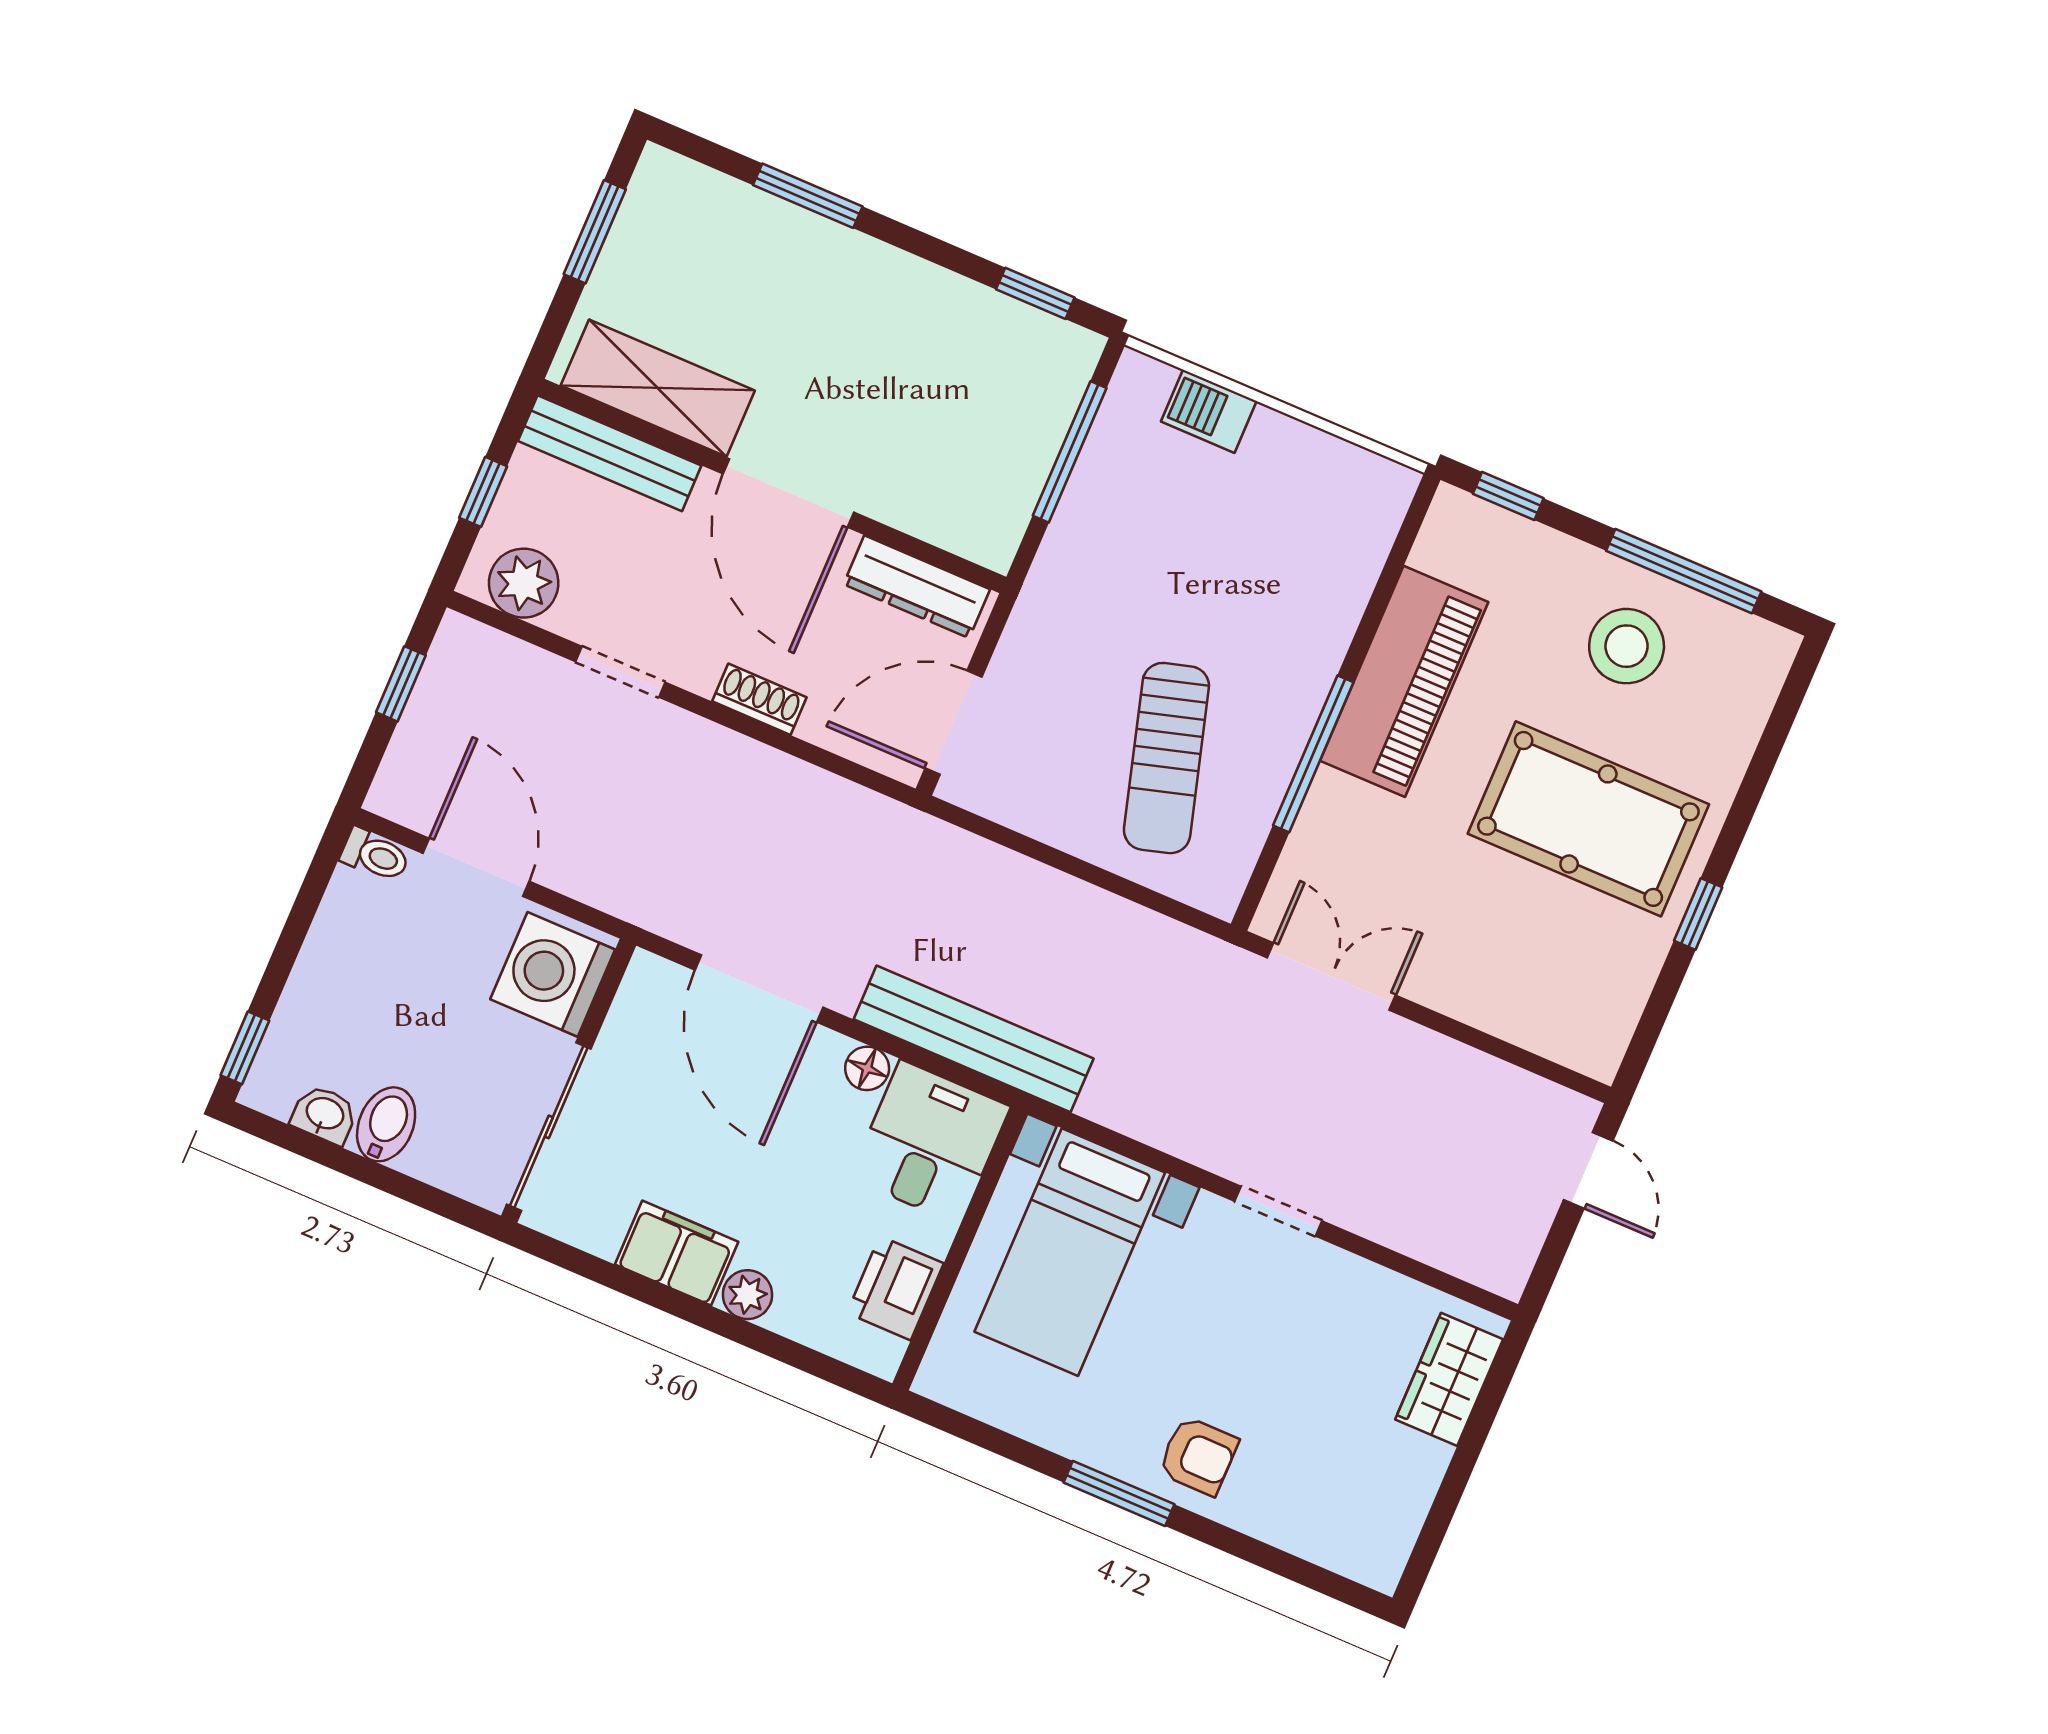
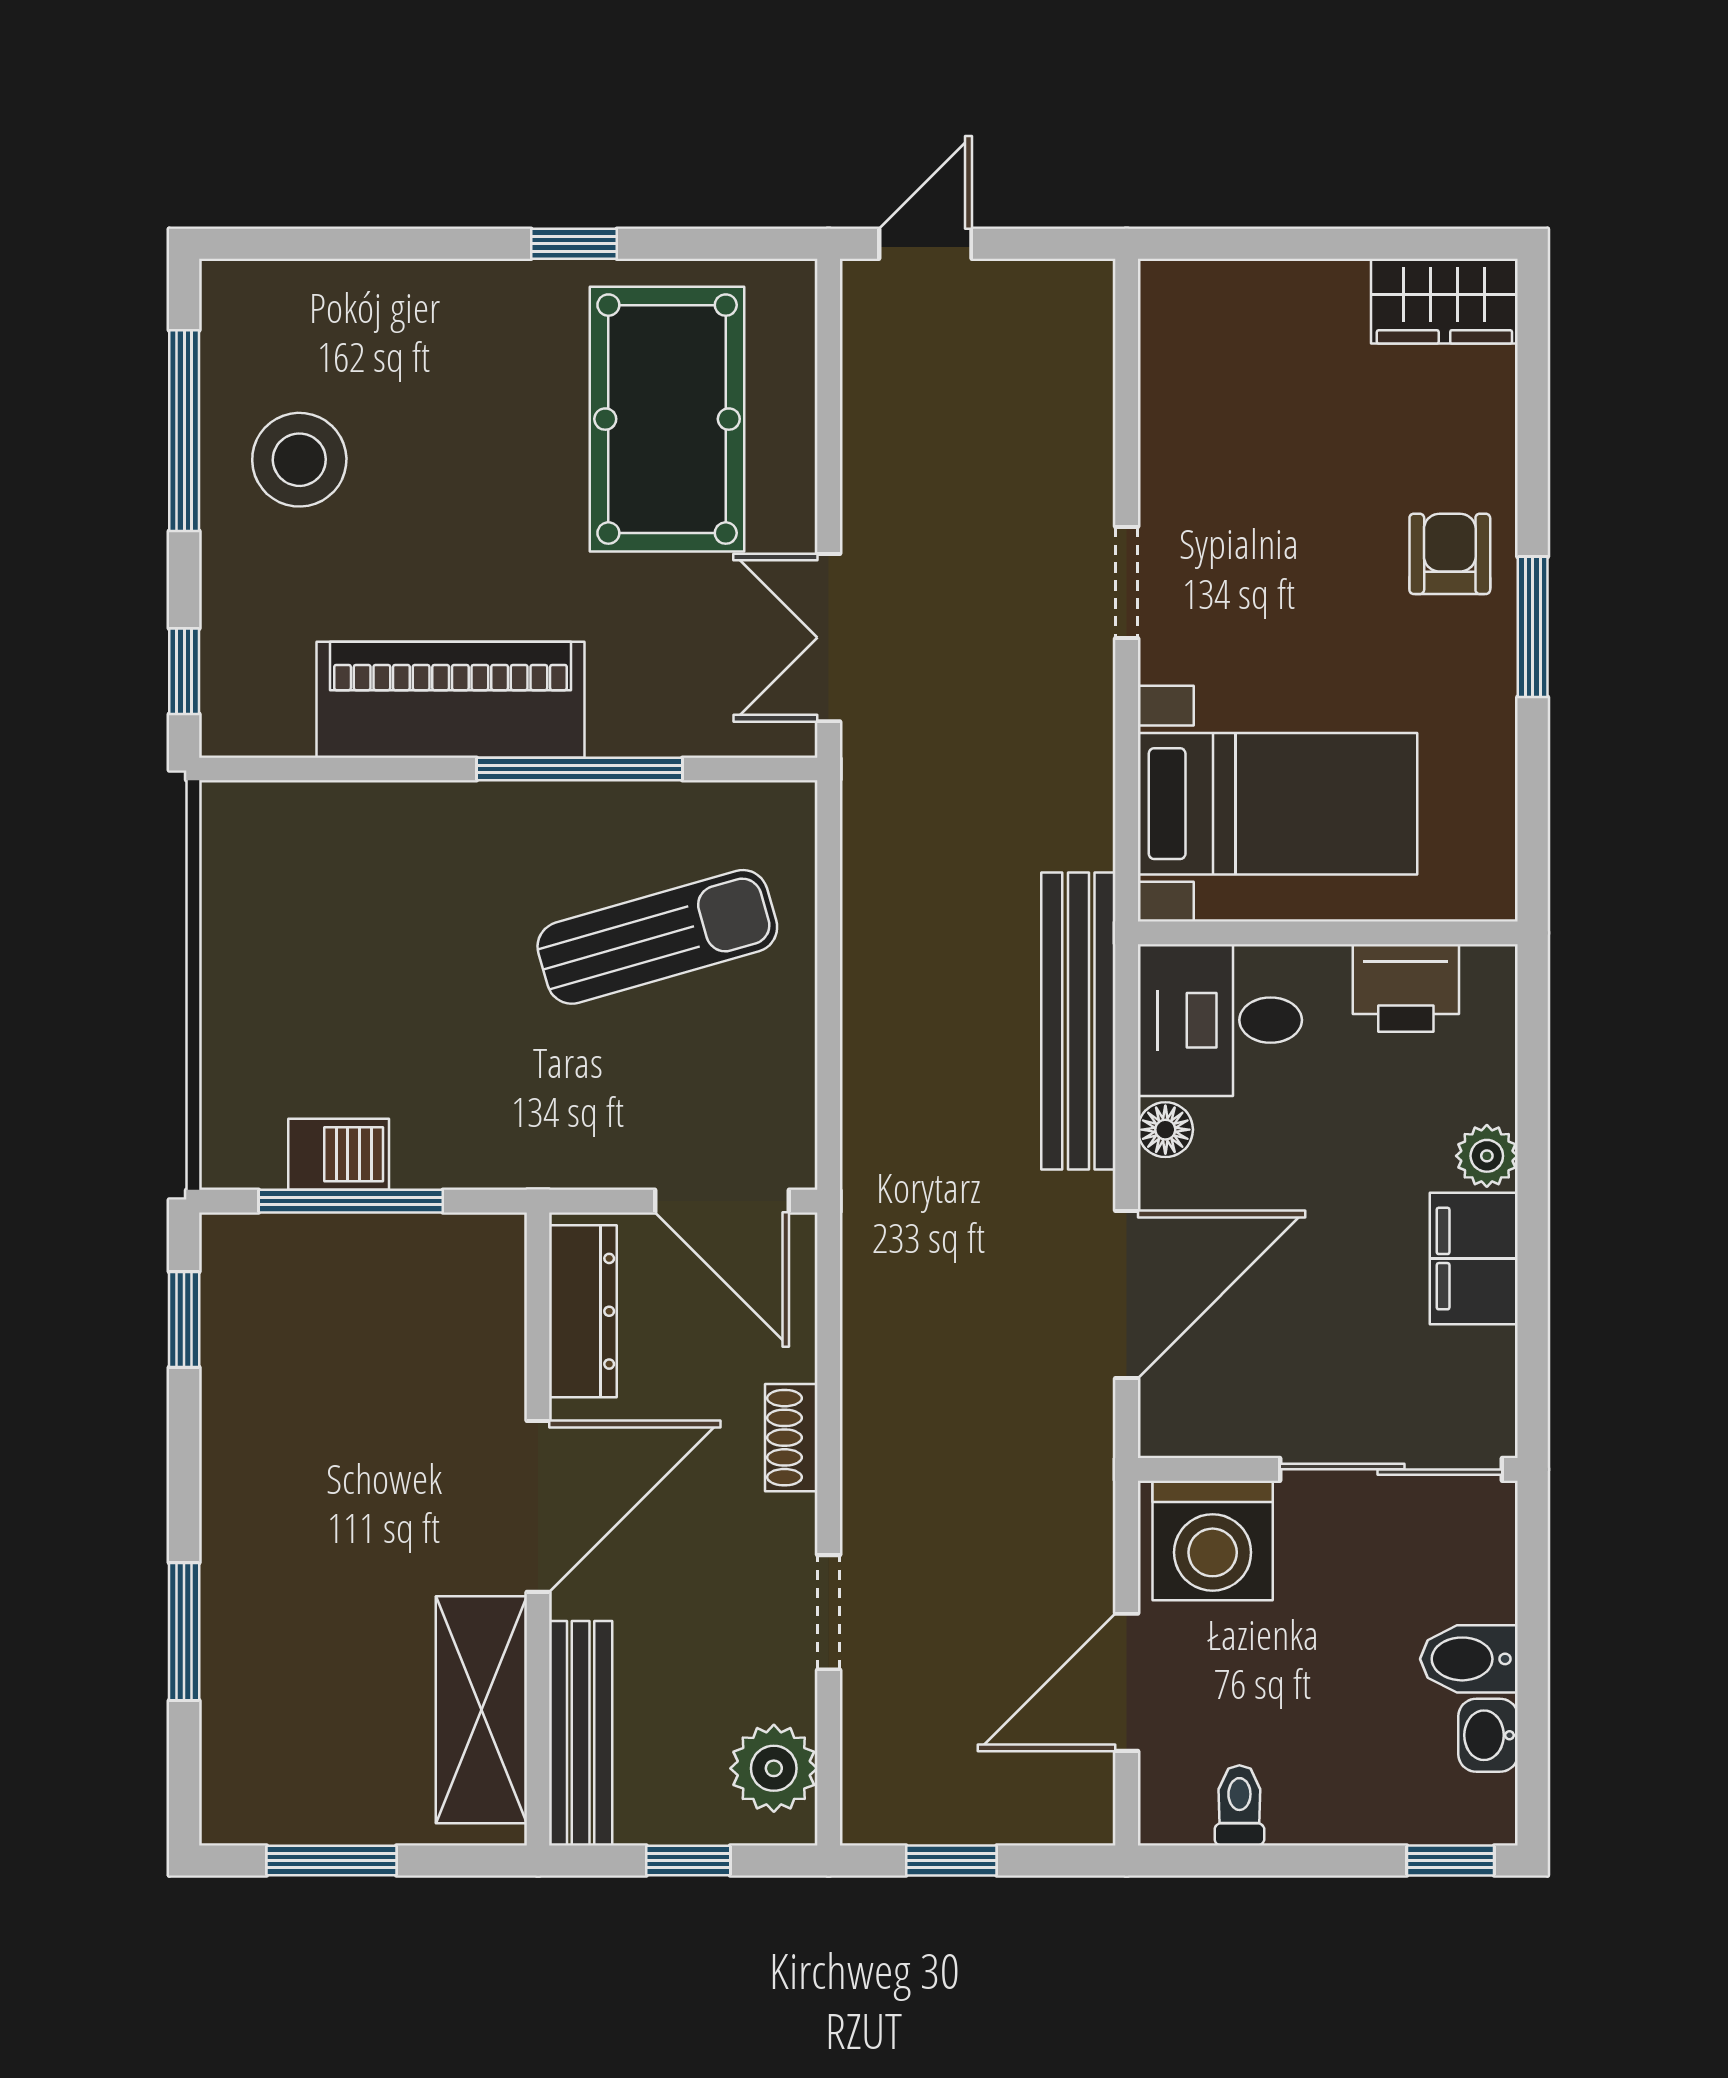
barbecue: (1209, 411) -> (339, 1154), moved, turned -90
pool table: (1588, 819) -> (667, 419), moved
toilet: (375, 855) -> (1239, 1805), moved
wardrobe: (1449, 1379) -> (1444, 301), moved

